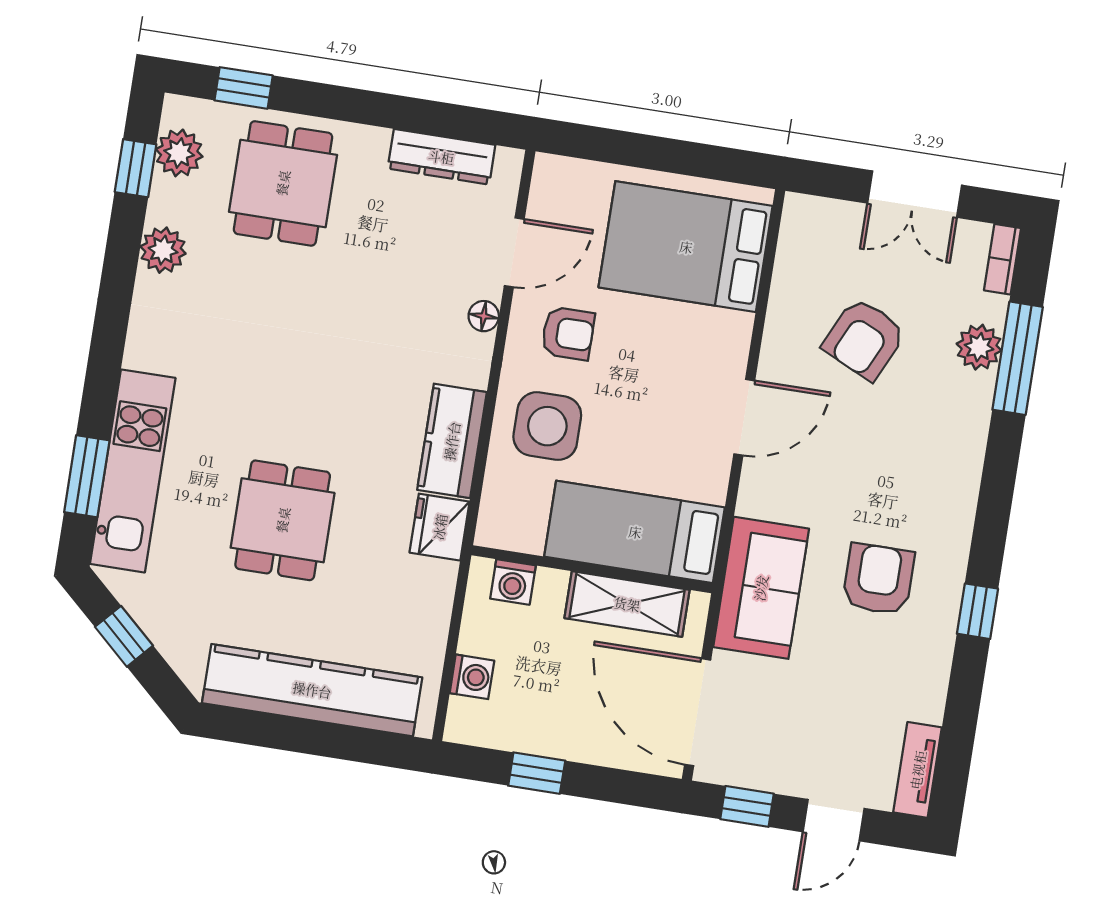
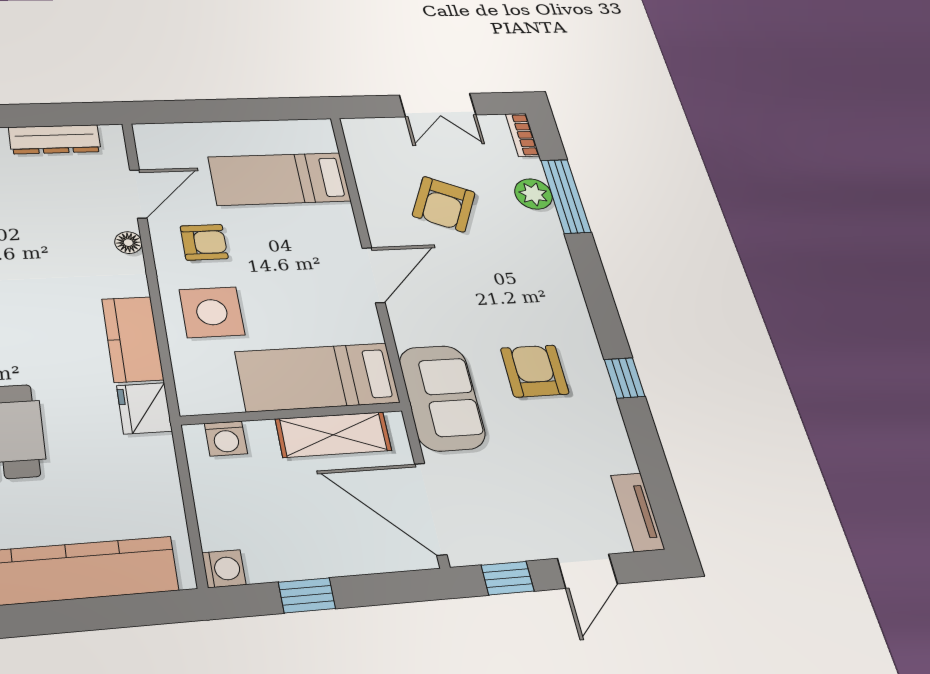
bed: (686, 247) -> (279, 179), width x0.67
washing machine: (472, 677) -> (224, 569), moved

